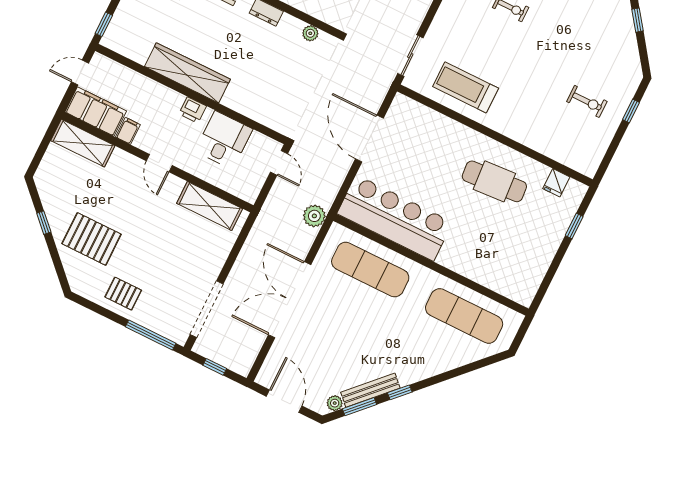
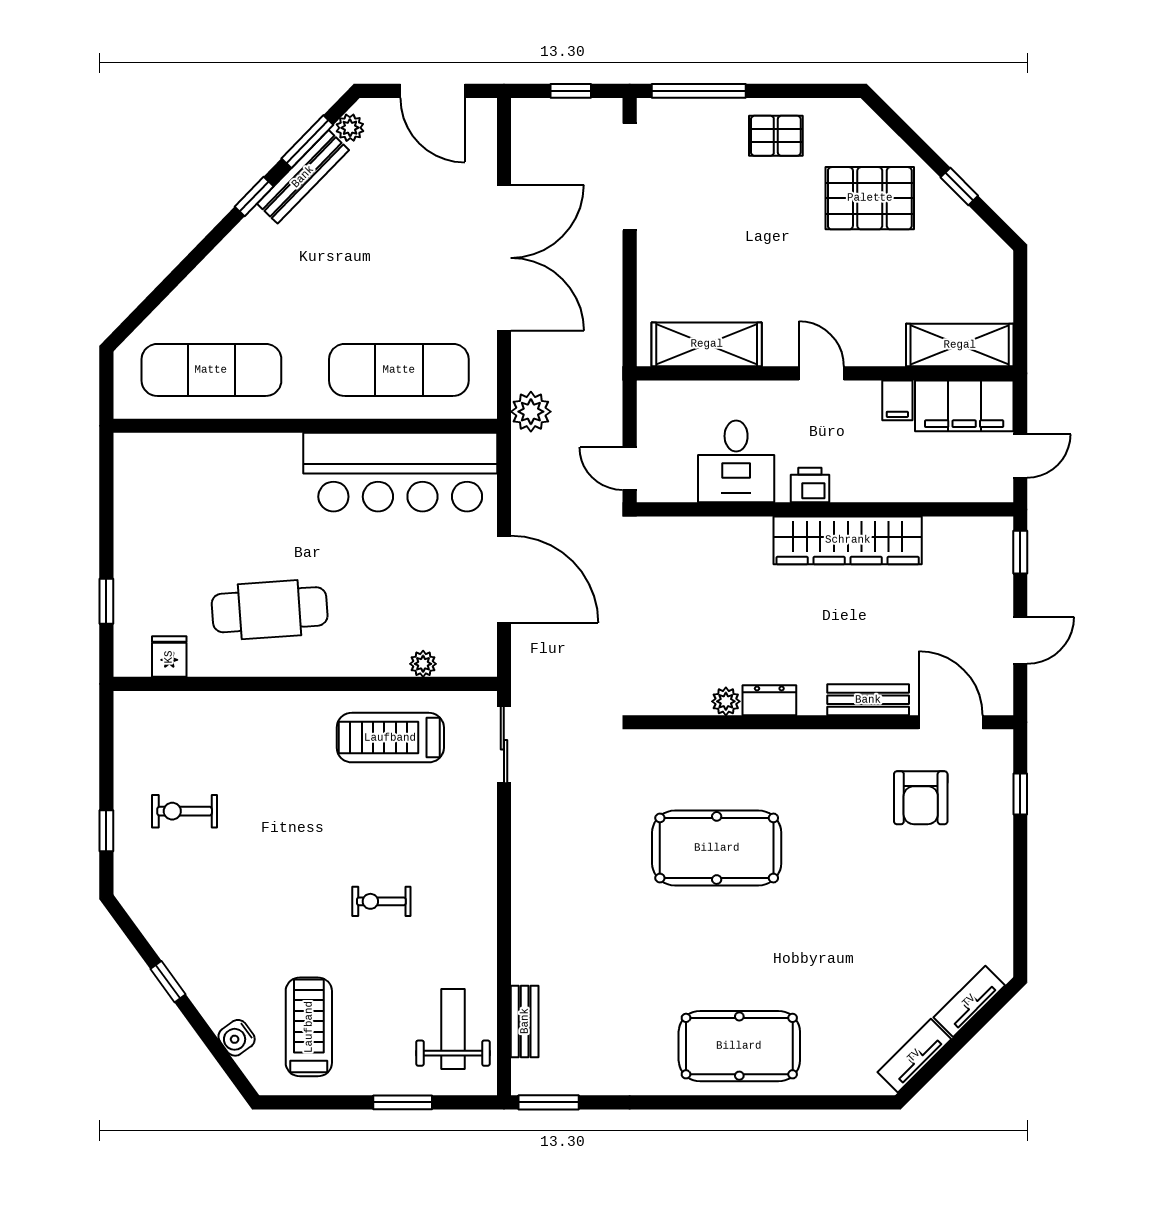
plant: (310, 33) -> (726, 701), moved
treadmill: (466, 87) -> (390, 738), turned 180
plant: (431, 116) -> (423, 664), added

